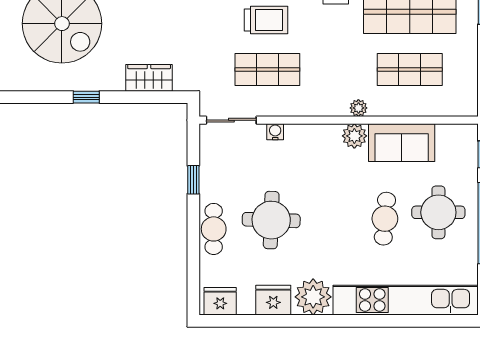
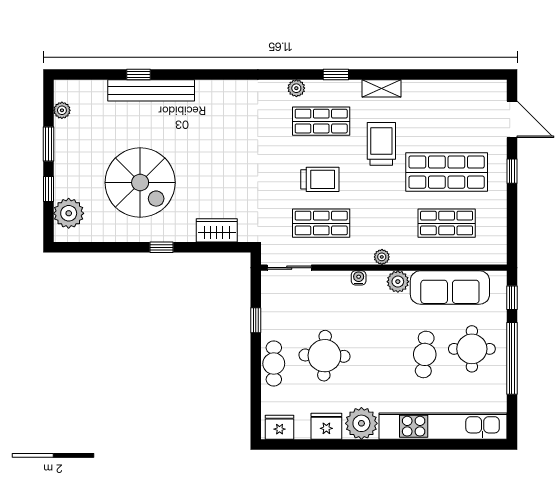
plant: (358, 108) -> (382, 257), moved
water cooler: (275, 132) -> (359, 278), moved
sofa: (402, 143) -> (450, 287), width x1.36

